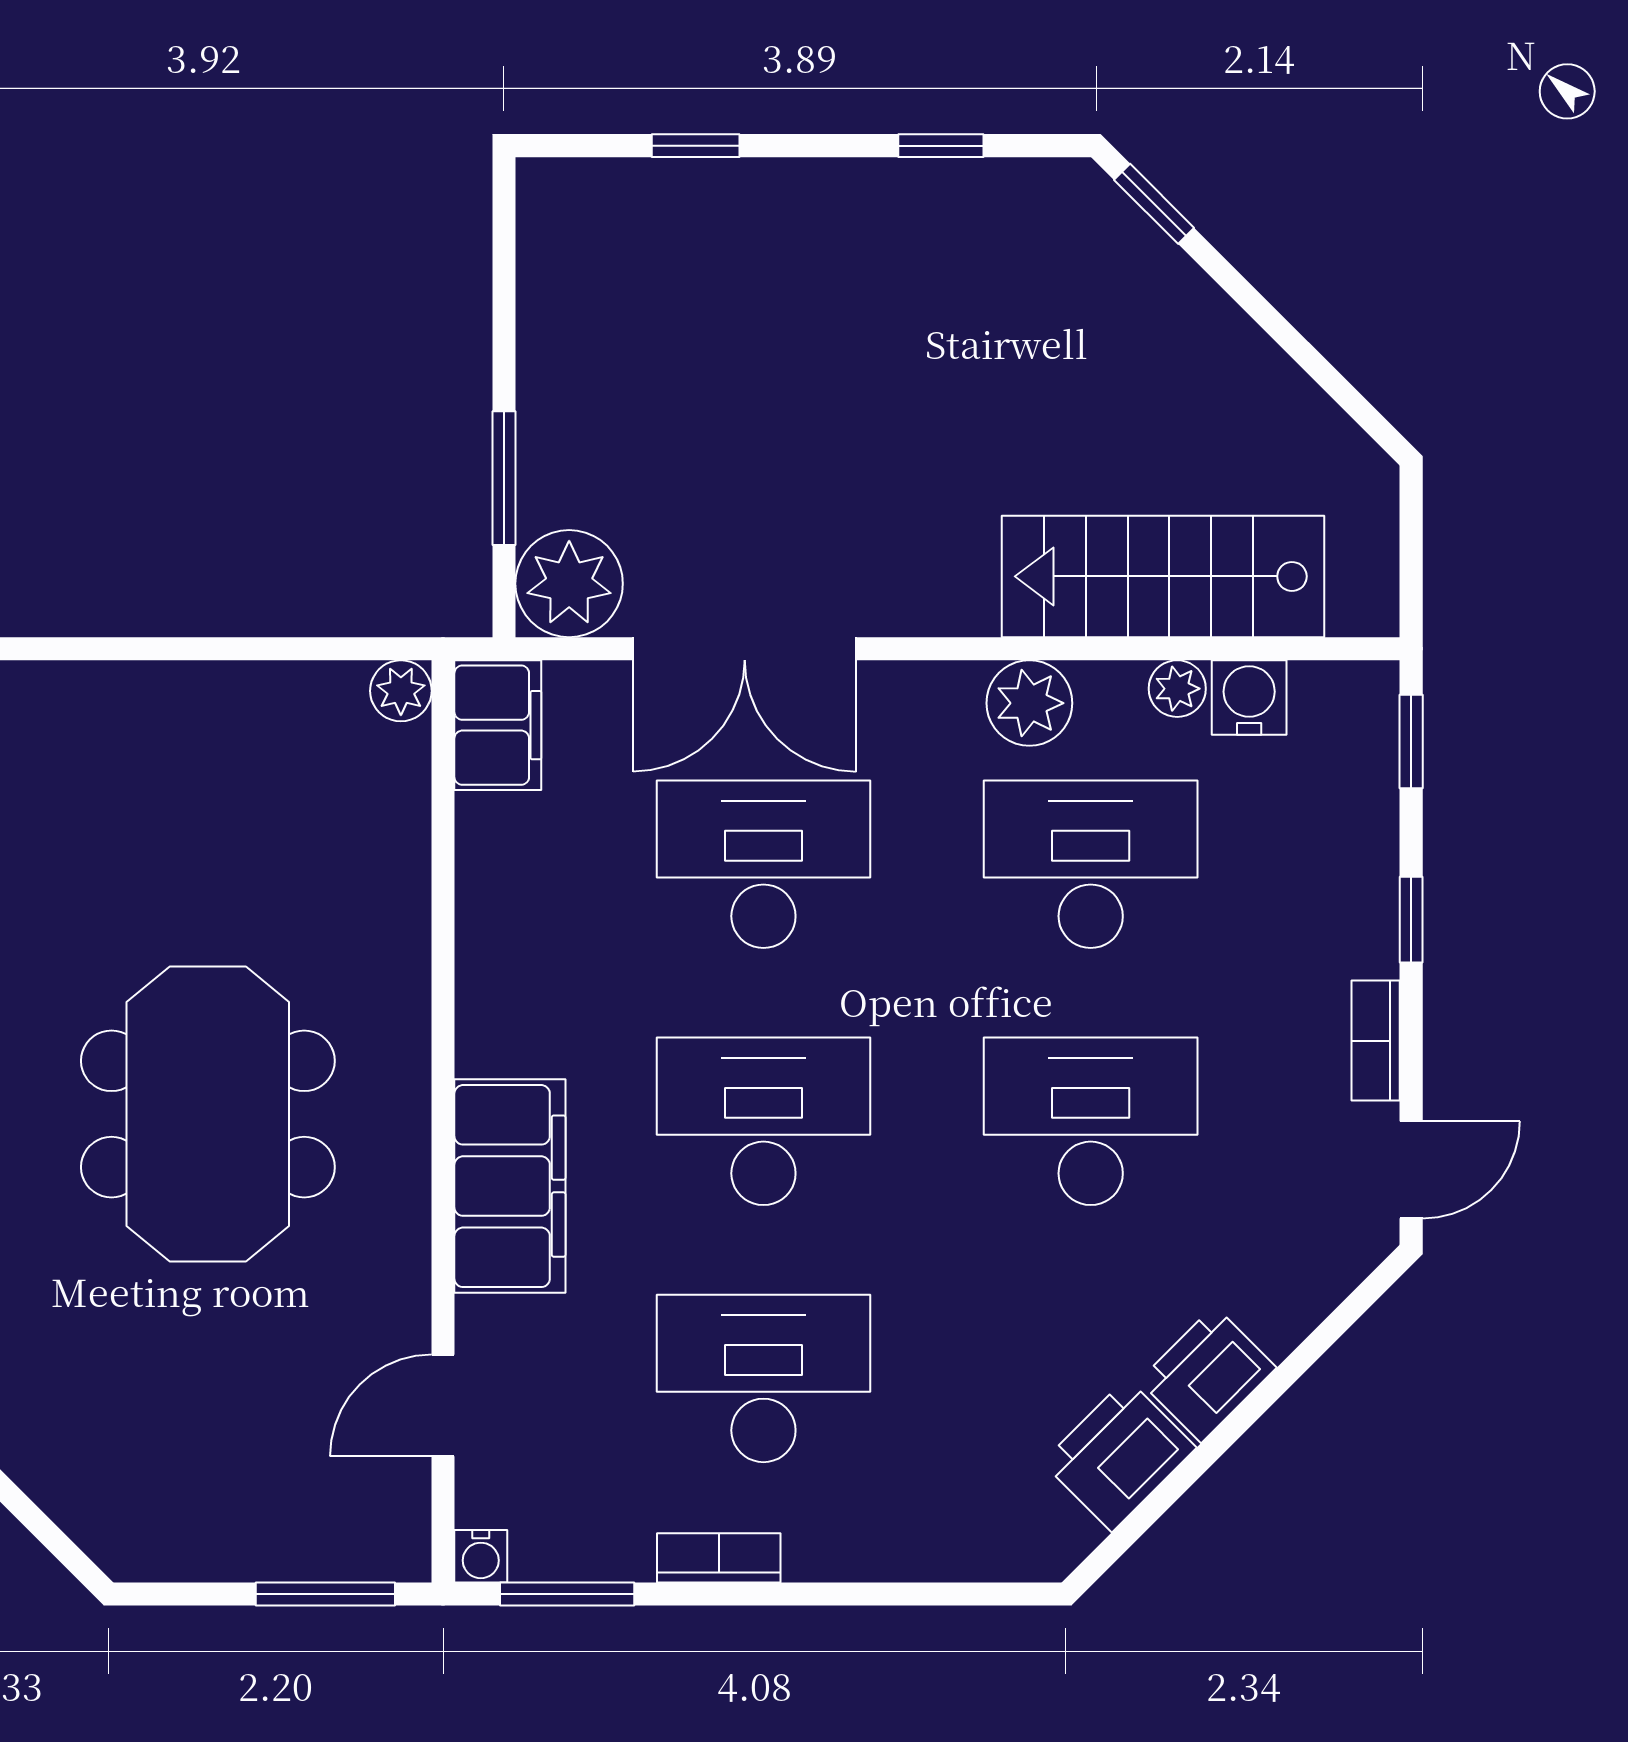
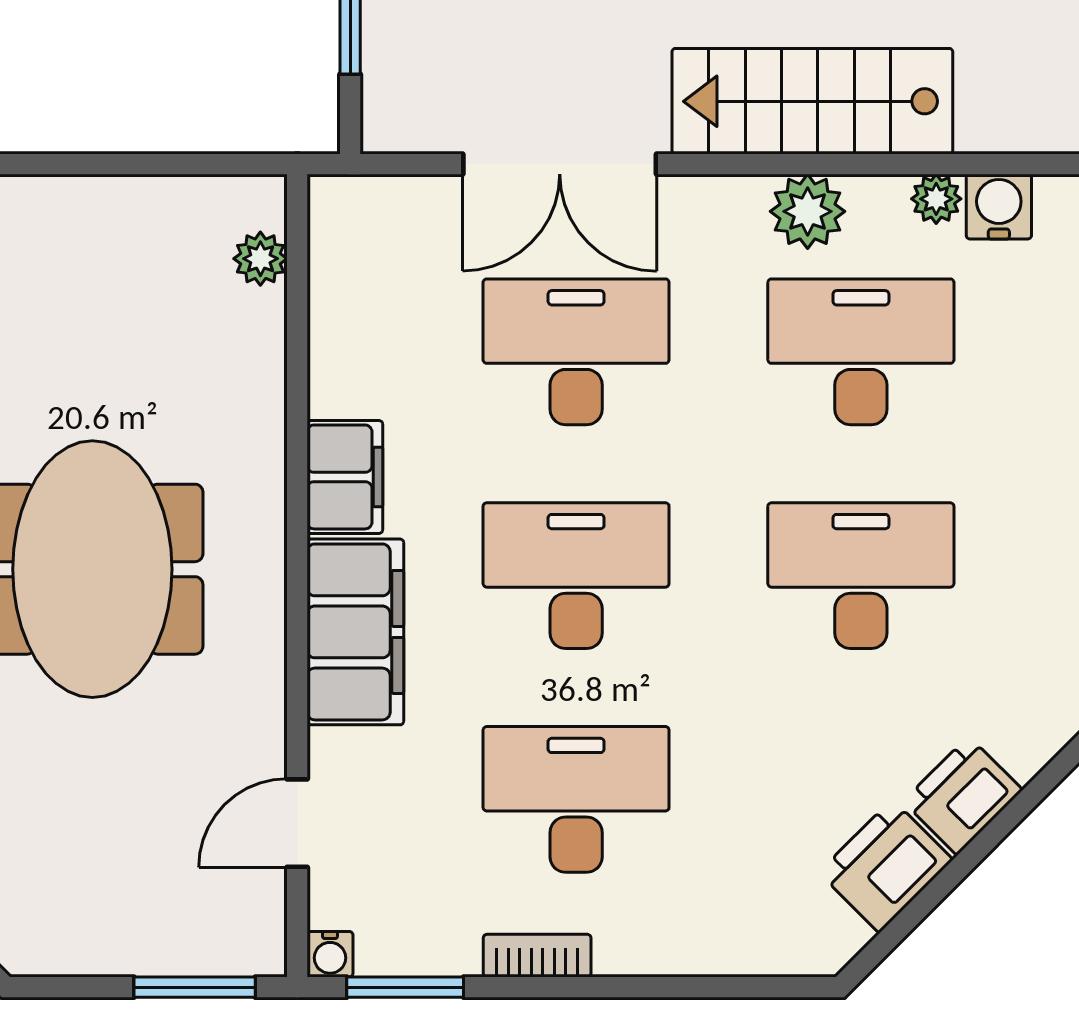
stairs: (1163, 576) -> (812, 101), moved
plant: (569, 584) -> (407, 107), removed
plant: (401, 691) -> (260, 259), moved
filing cabinet: (498, 725) -> (345, 477), moved

